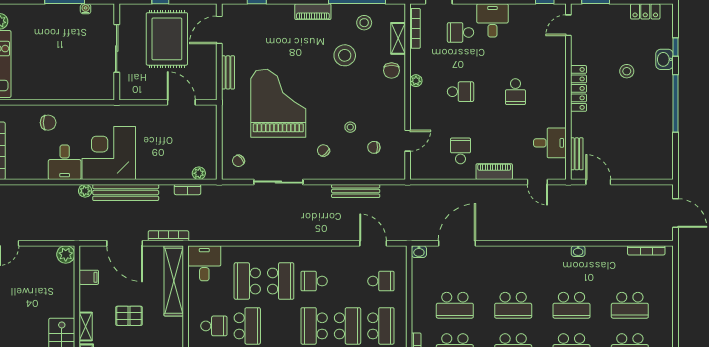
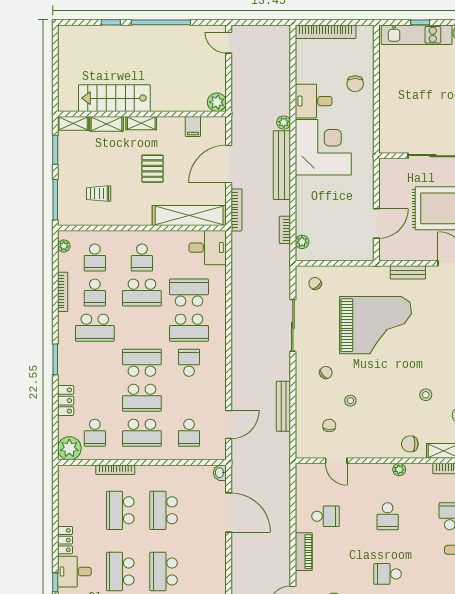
stool: (345, 55) -> (426, 395), width x0.53, depth x0.53

